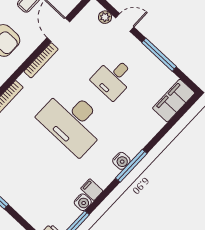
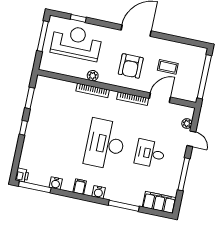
window: (131, 166) -> (124, 206), moved
filing cabinet: (92, 190) -> (80, 187), moved

